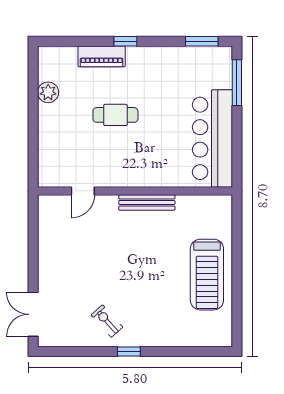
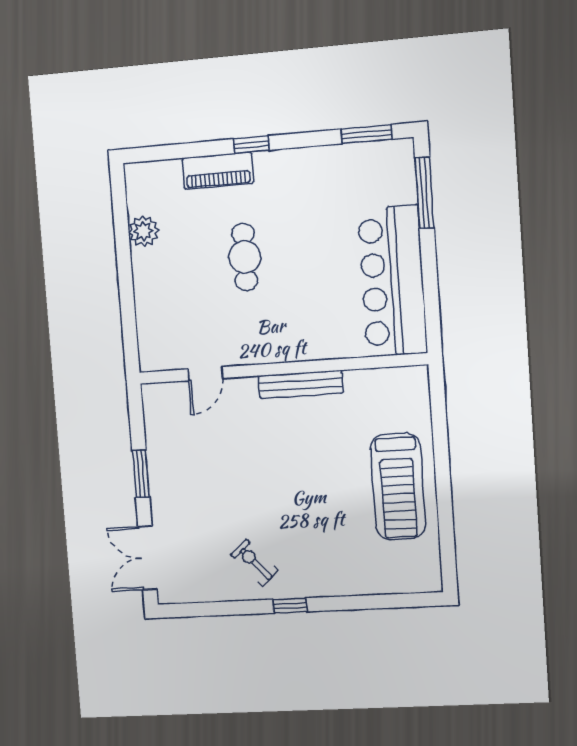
cafe table: (115, 115) -> (245, 257), turned 90
window: (33, 256) -> (141, 474), added

